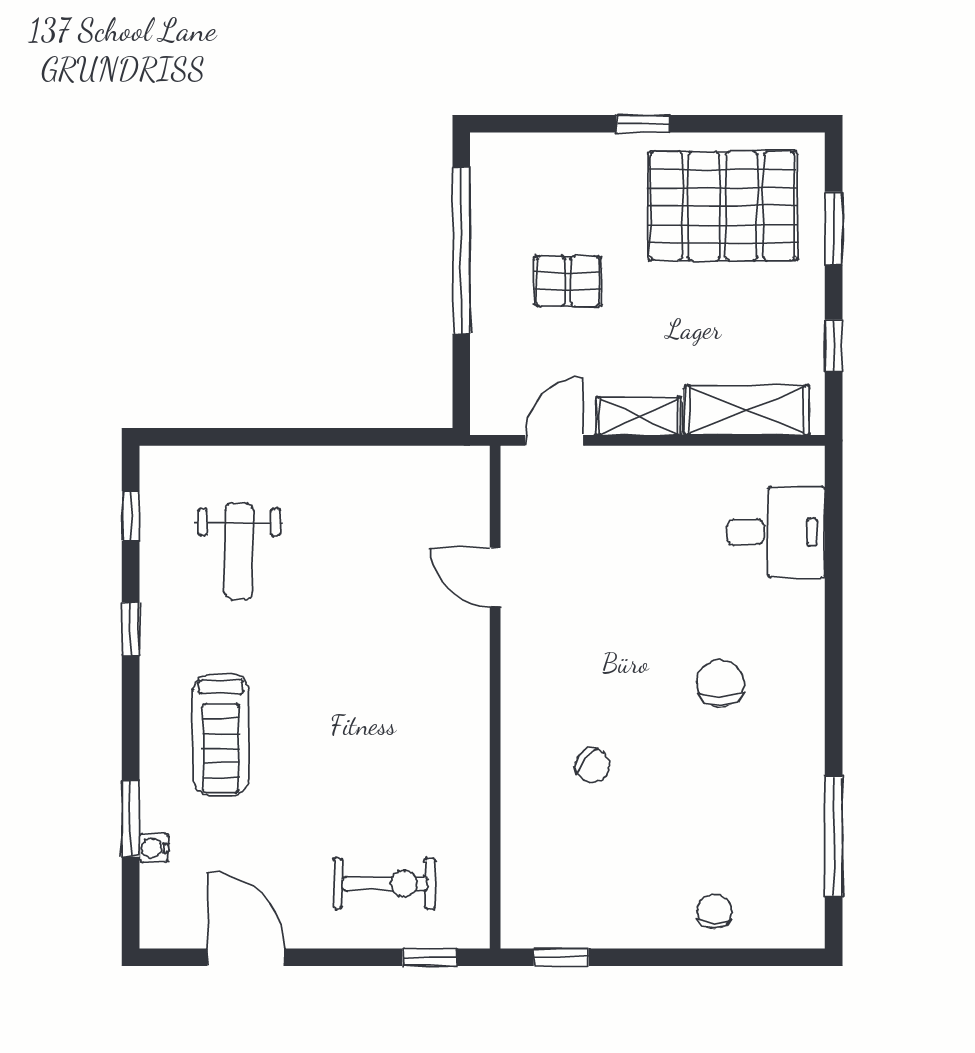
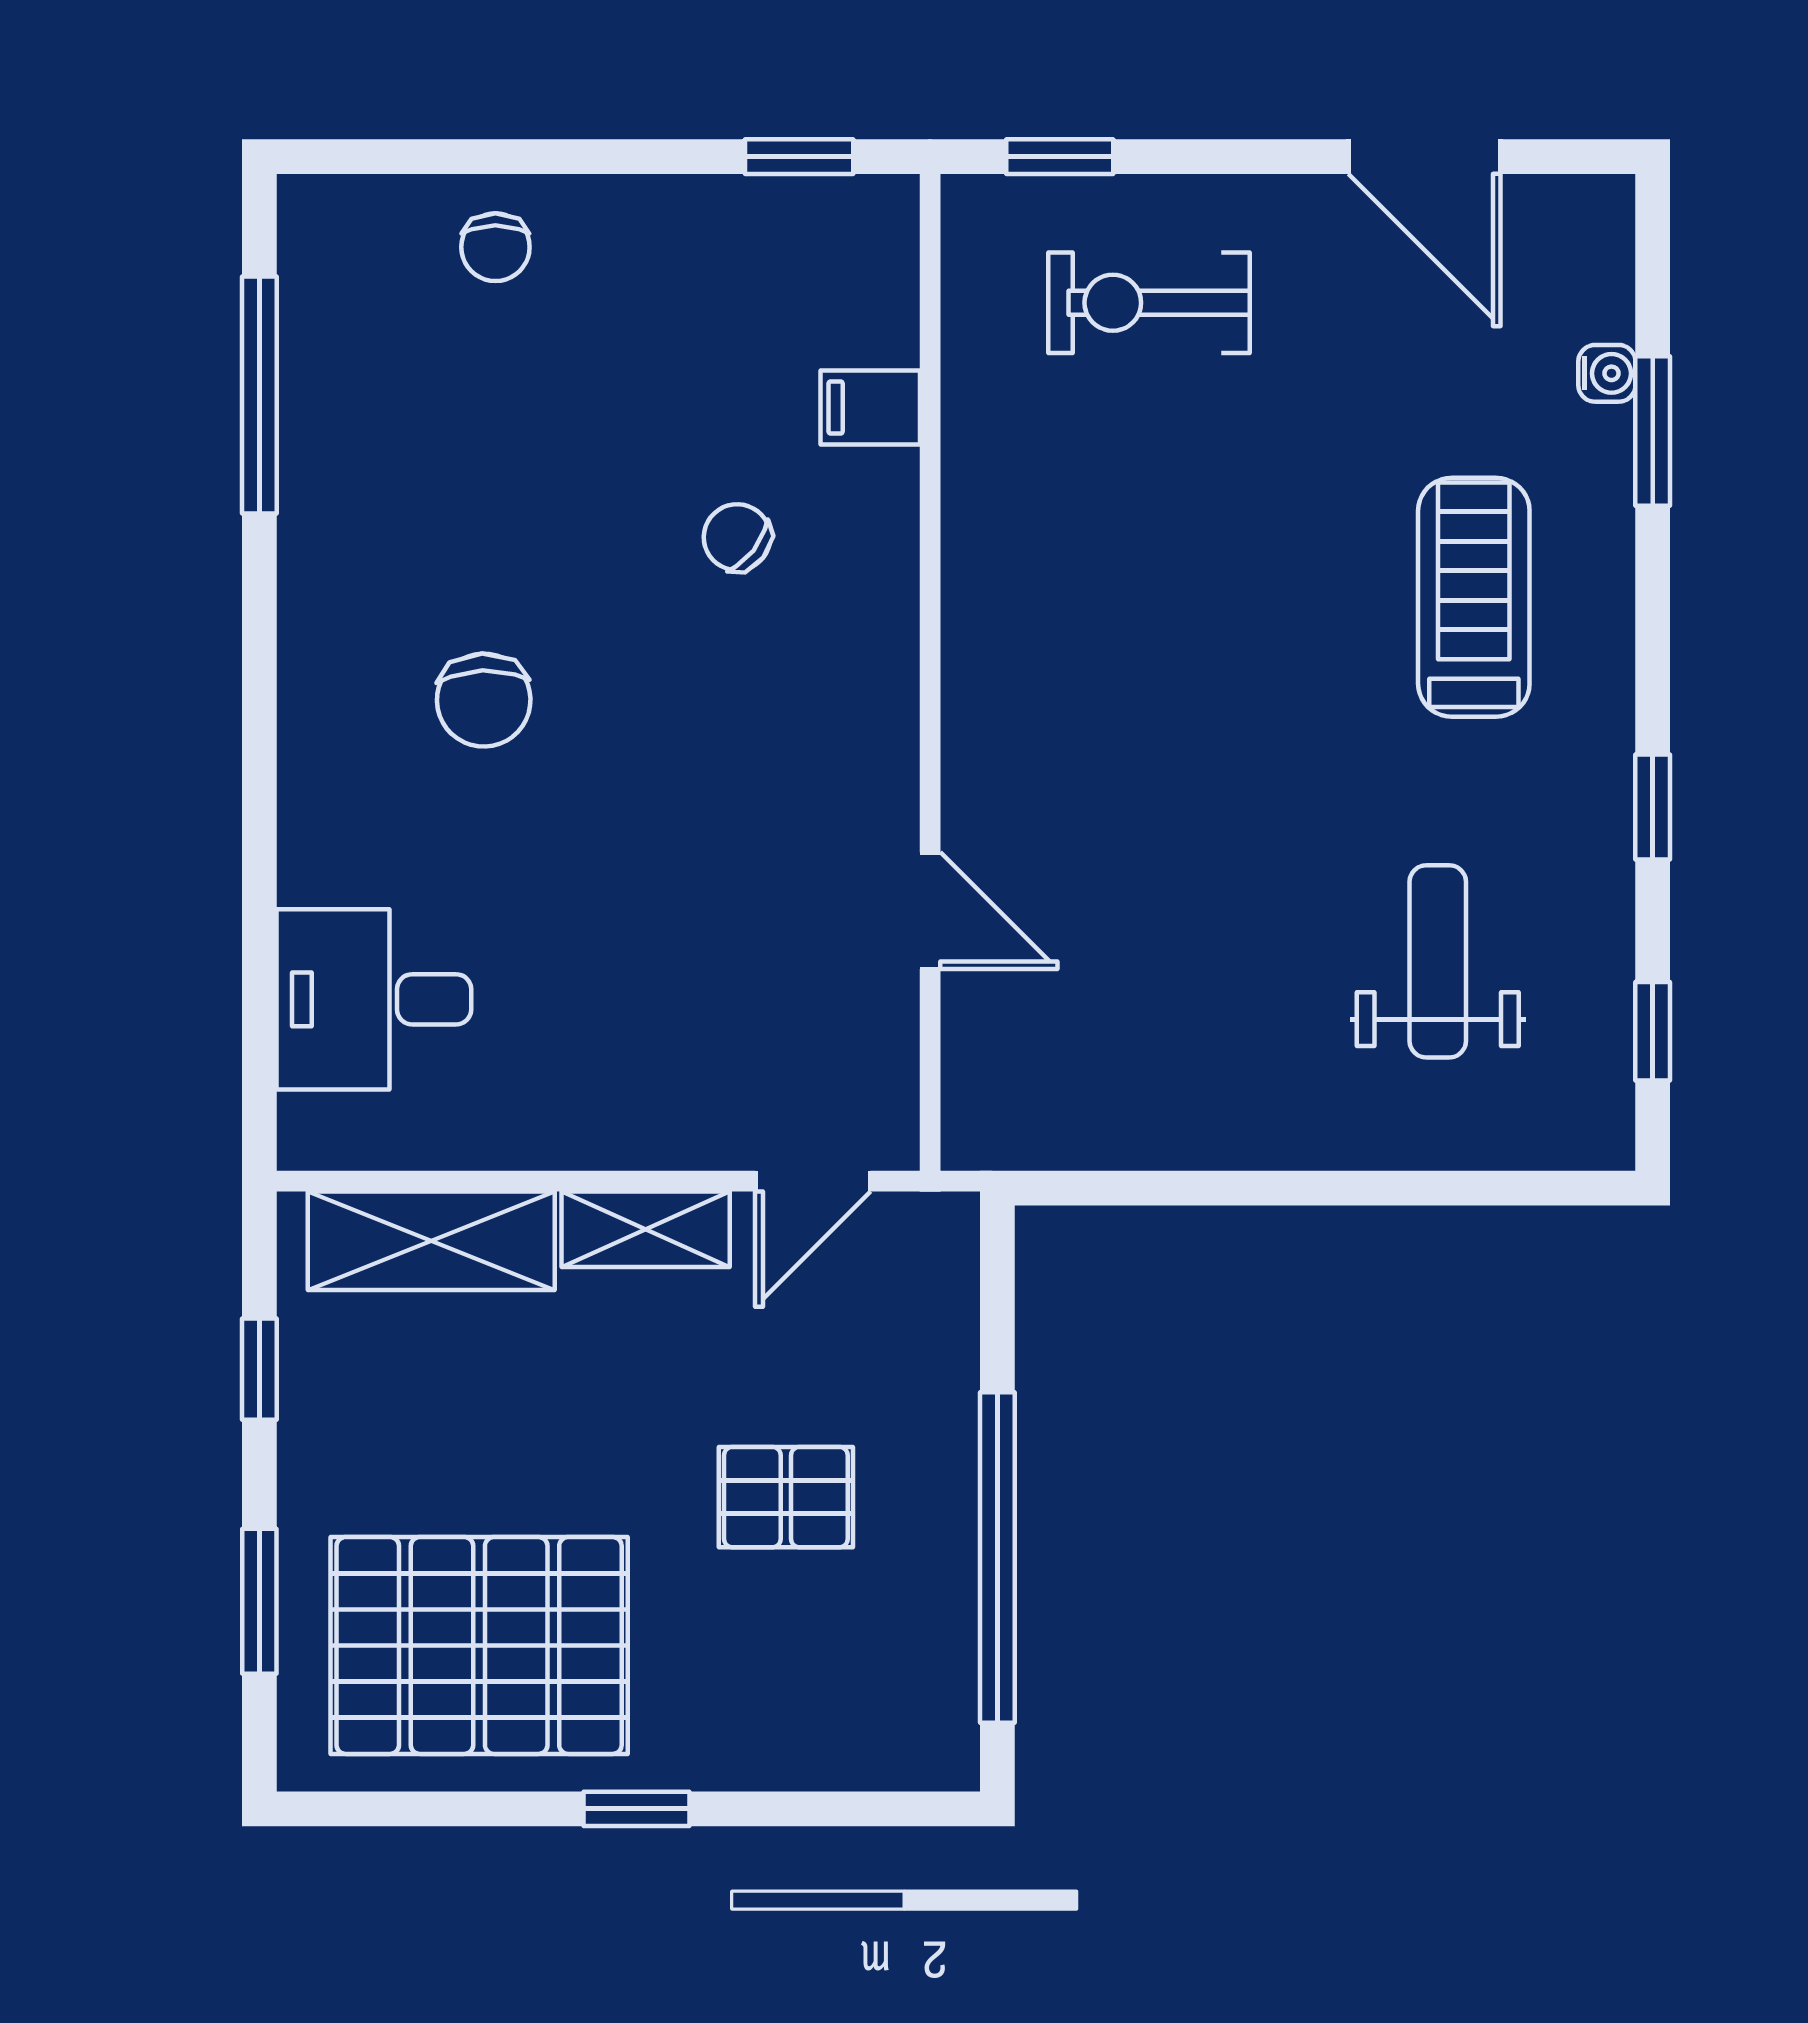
filing cabinet: (525, 831) -> (870, 408), added

